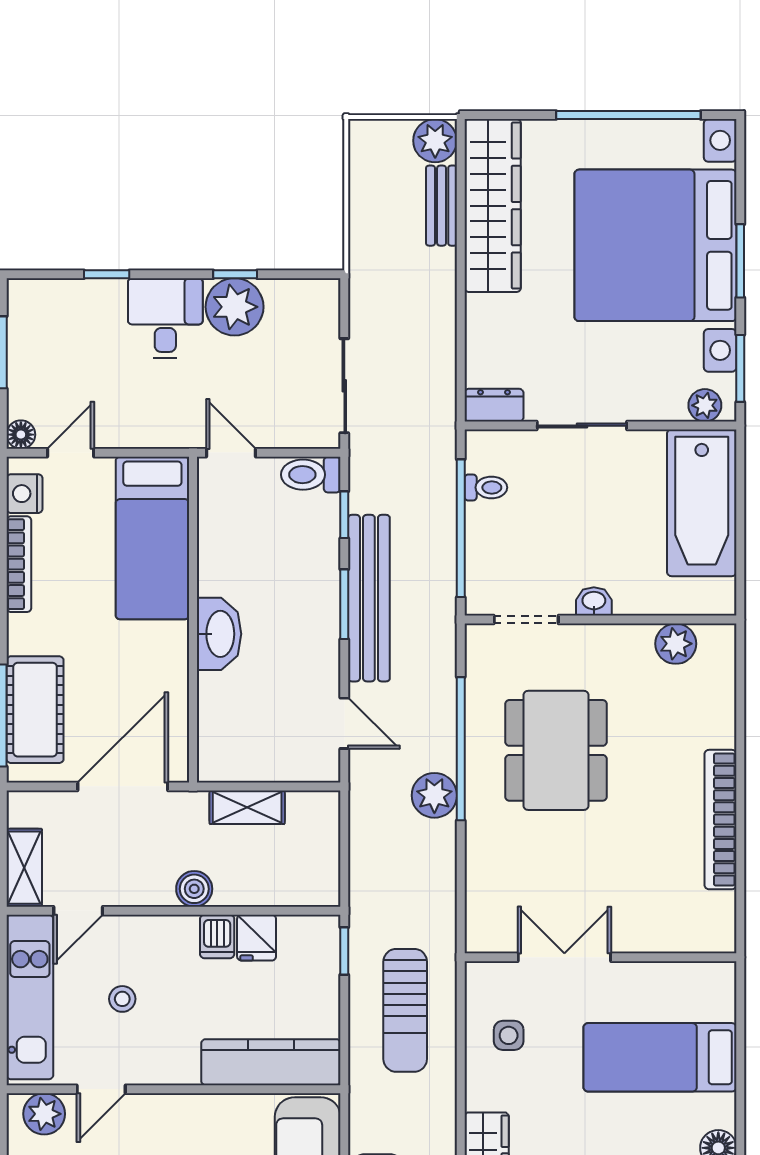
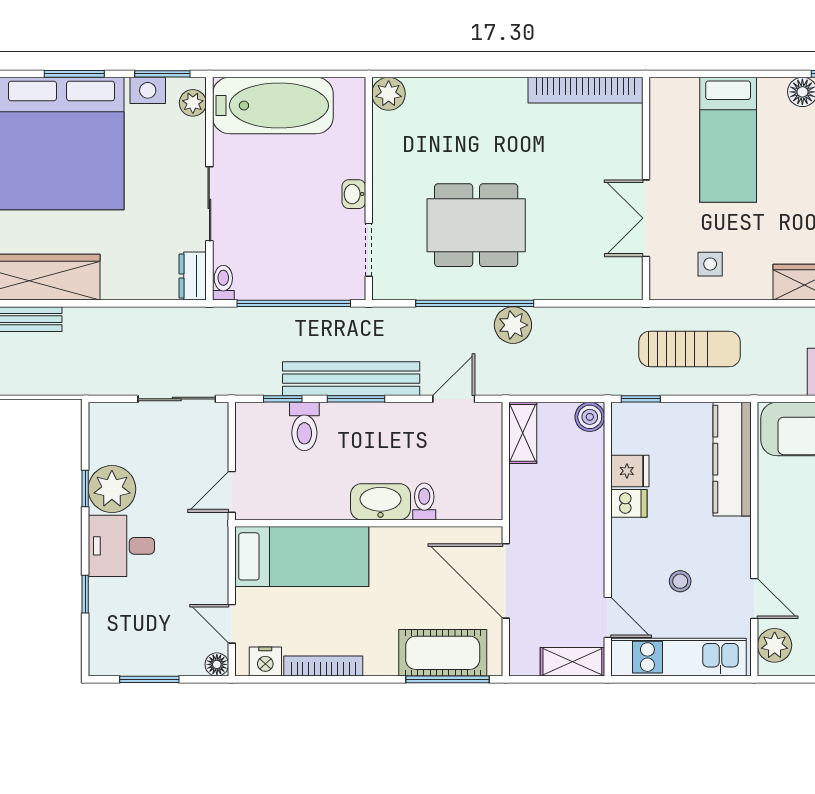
toilet: (311, 475) -> (304, 426), moved
toilet: (486, 487) -> (223, 283), moved
plant: (676, 644) -> (389, 94), moved
toilet: (219, 687) -> (424, 501), added
shelving: (247, 807) -> (523, 433), moved
bookcase: (720, 820) -> (585, 90), moved
boiler: (194, 889) -> (590, 417), moved

